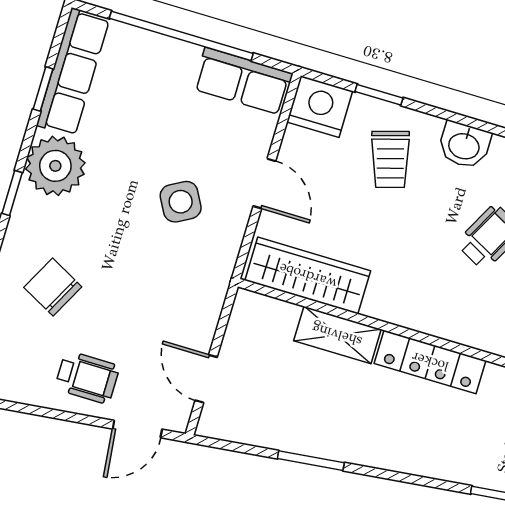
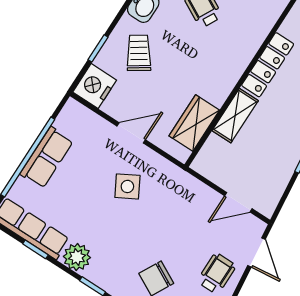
row of seats: (243, 81) -> (47, 157), moved
trolley: (390, 159) -> (139, 53), turned -108
plant: (55, 166) -> (77, 257), width x0.73, depth x0.73
wardrobe: (308, 276) -> (194, 123), width x0.67

